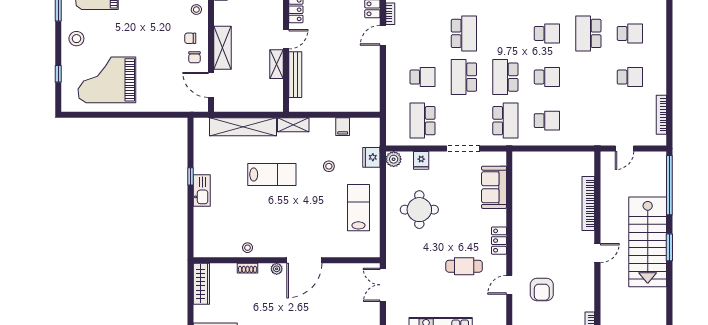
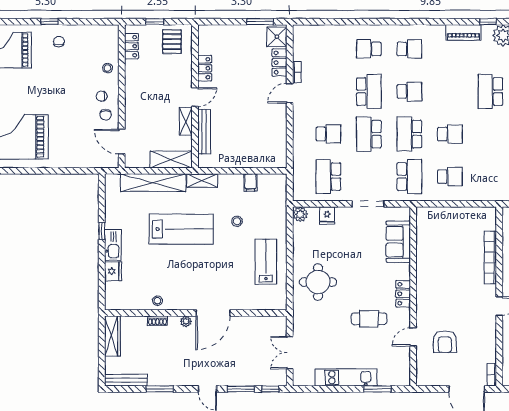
school desk: (547, 33) -> (409, 91), moved
shelving: (223, 48) -> (171, 160), moved, turned 90
fridge: (371, 157) -> (113, 271), moved, turned 180
lab bench: (272, 174) -> (181, 229), width x1.36, depth x1.39
round table: (419, 210) -> (318, 282), moved
double door: (383, 285) -> (290, 353), moved

